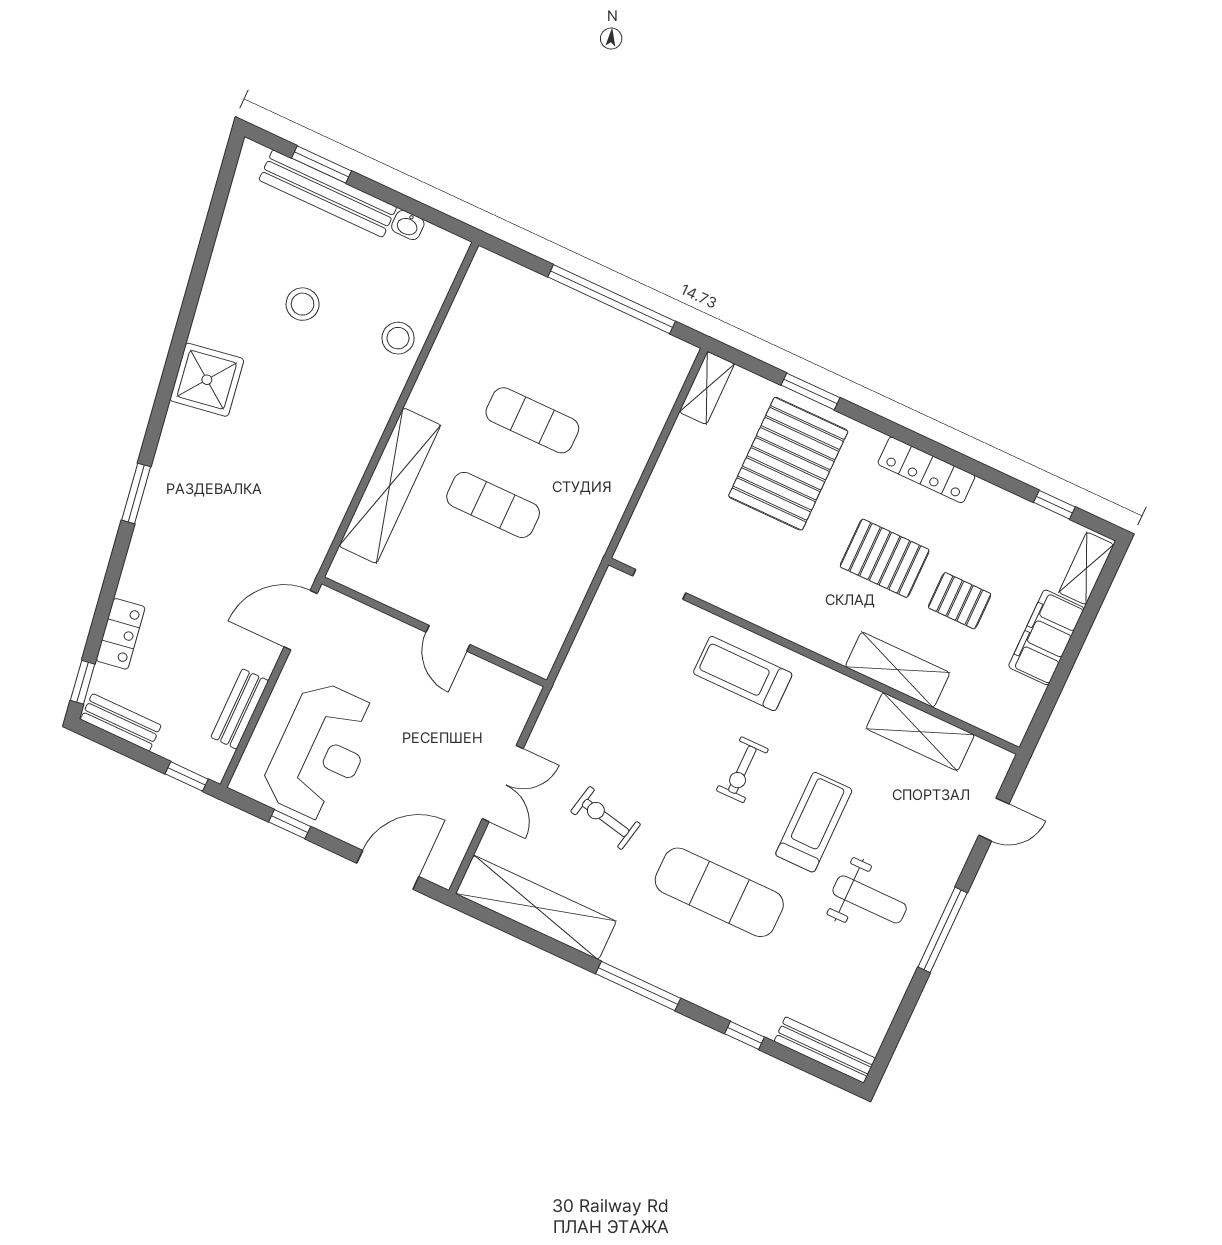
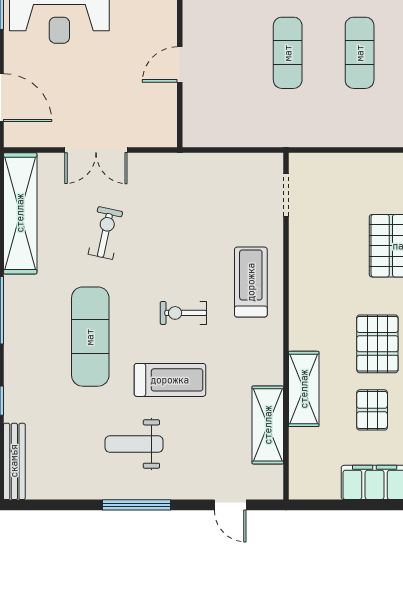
weight bench: (870, 899) -> (134, 444), turned 90

